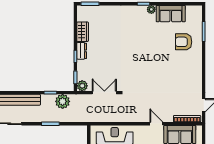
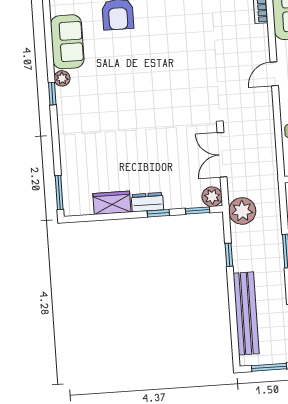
plant: (63, 101) -> (242, 211), moved
door: (156, 124) -> (274, 74), moved

